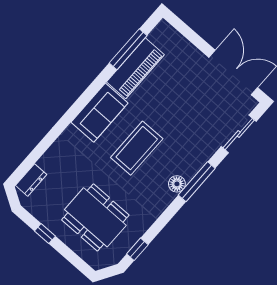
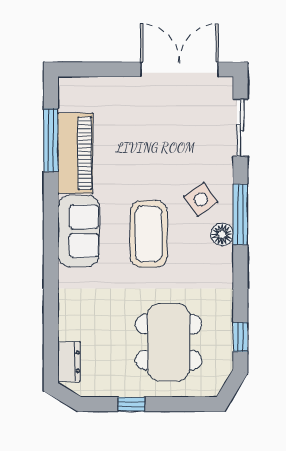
side table: (182, 154) -> (201, 199), added
dining table: (95, 217) -> (169, 342), turned 90

